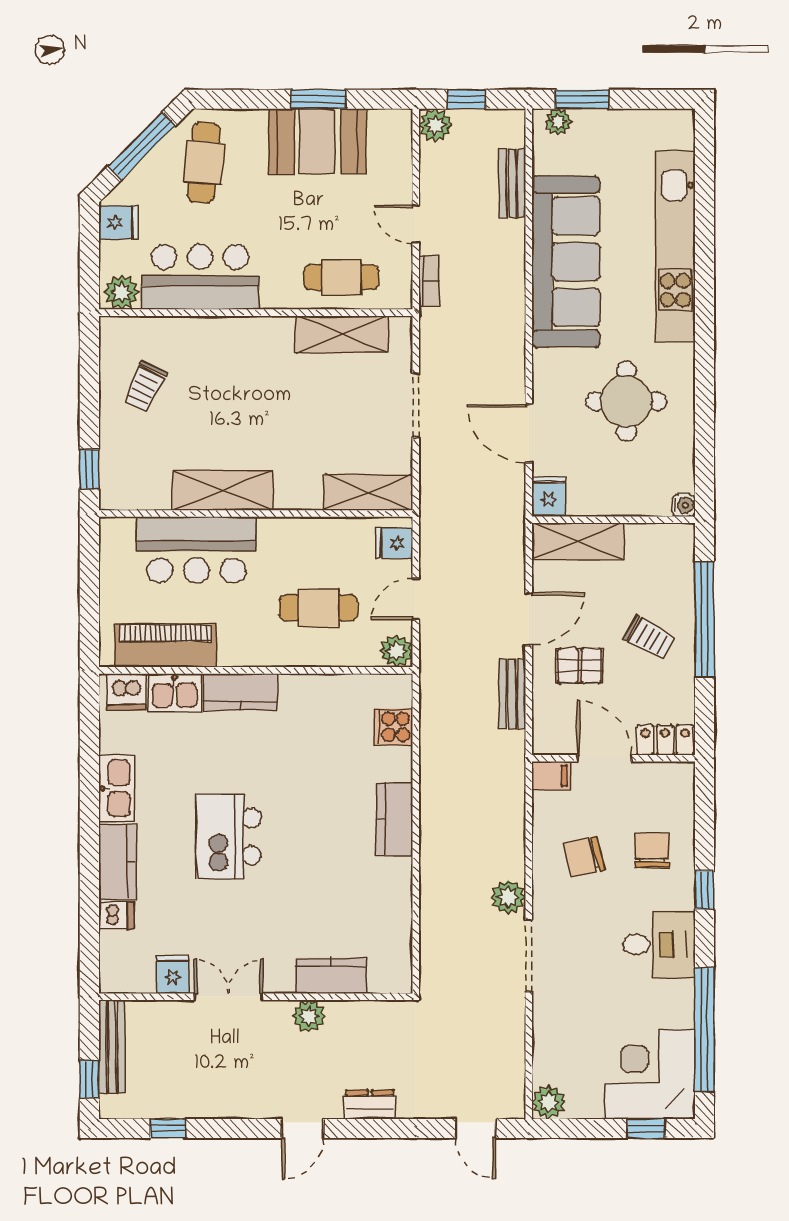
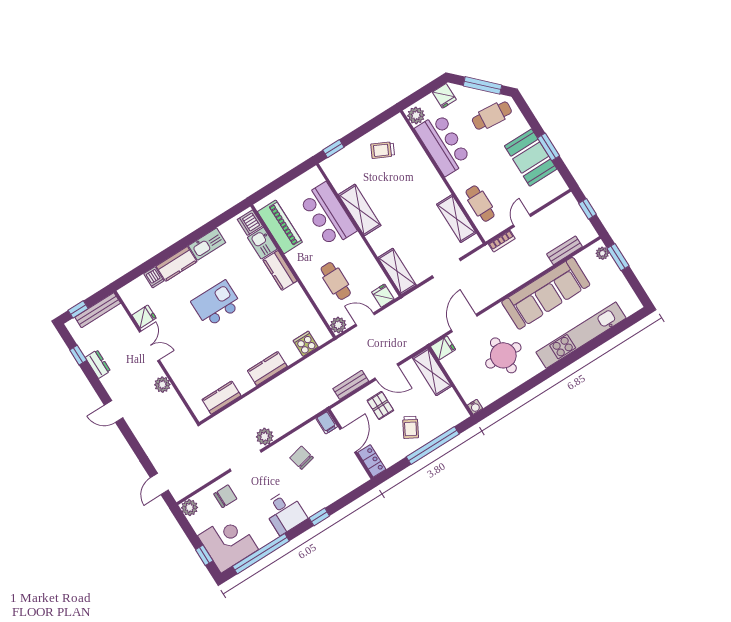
plant: (436, 125) -> (569, 203), removed
chair: (652, 850) -> (225, 496), moved
kitchen counter: (331, 976) -> (221, 398), moved, turned -90
dresser: (370, 1105) -> (98, 364), moved

